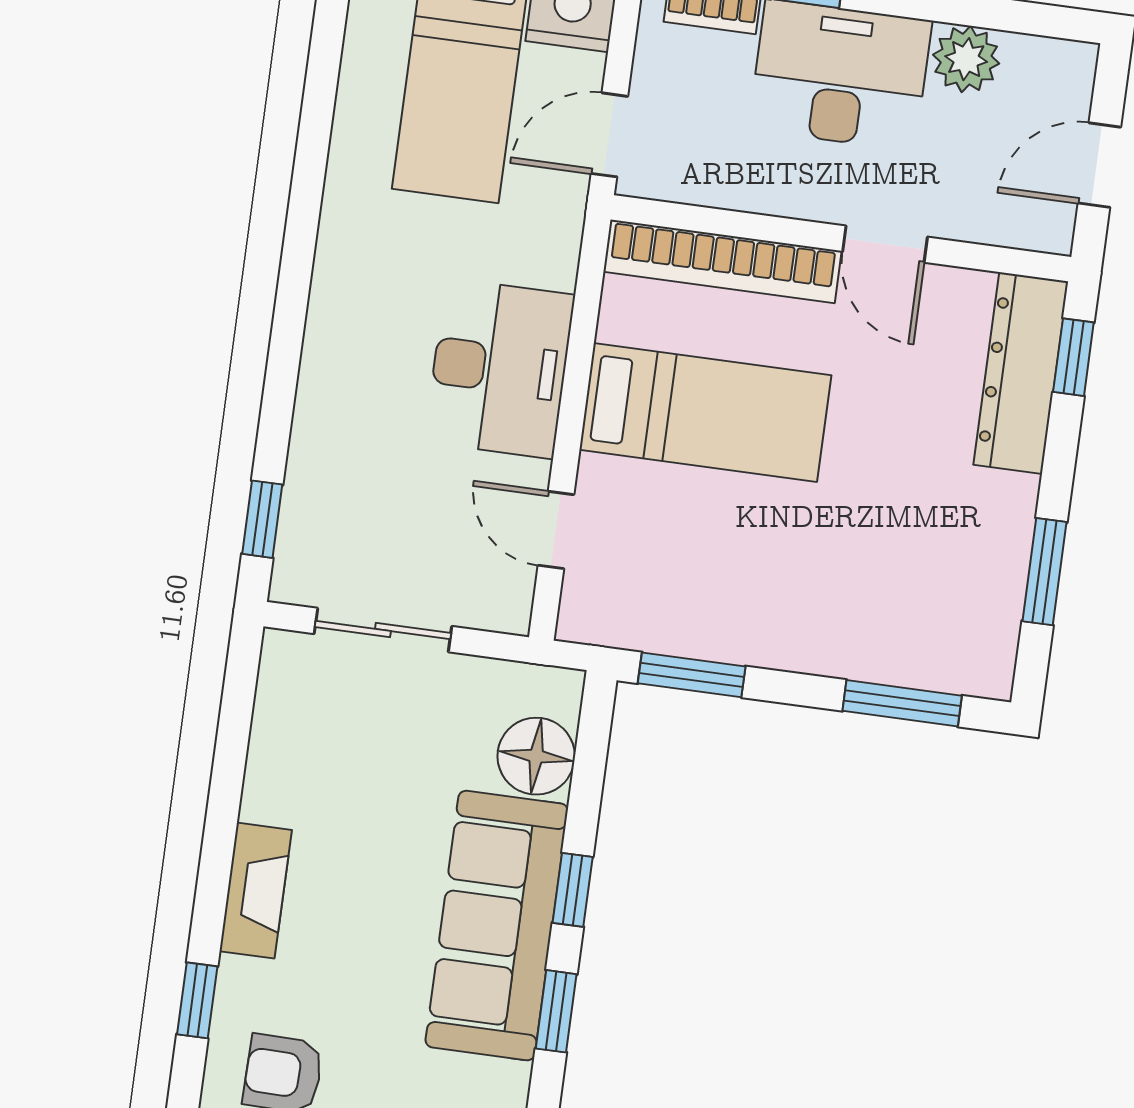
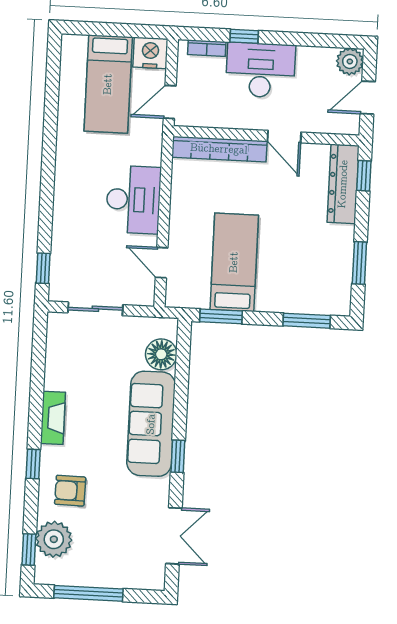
plant: (966, 59) -> (350, 61), moved
bed: (705, 413) -> (234, 262), moved, turned -90
window: (573, 890) -> (180, 407), removed

